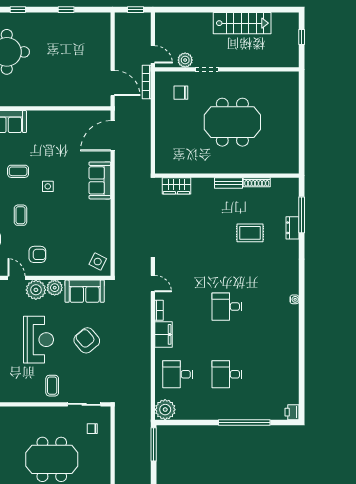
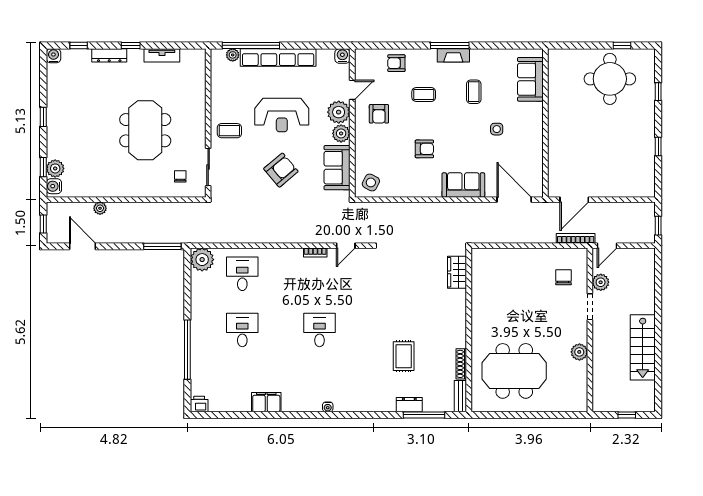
plant: (246, 79) -> (579, 352), added
meeting table: (232, 122) -> (514, 371), moved, turned 90
bench: (228, 183) -> (460, 396), moved
side table: (48, 186) -> (497, 129), moved
armchair: (68, 215) -> (424, 149), added
filing cabinet: (164, 334) -> (266, 402), moved, turned 180

